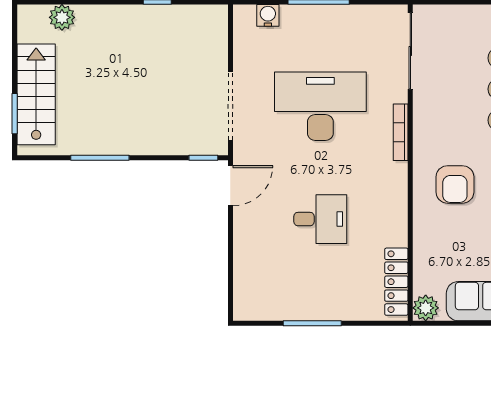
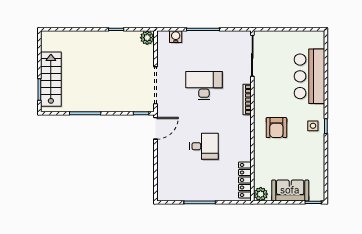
plant: (62, 17) -> (147, 38), moved
desk: (320, 106) -> (204, 85), width x0.73, depth x0.77

